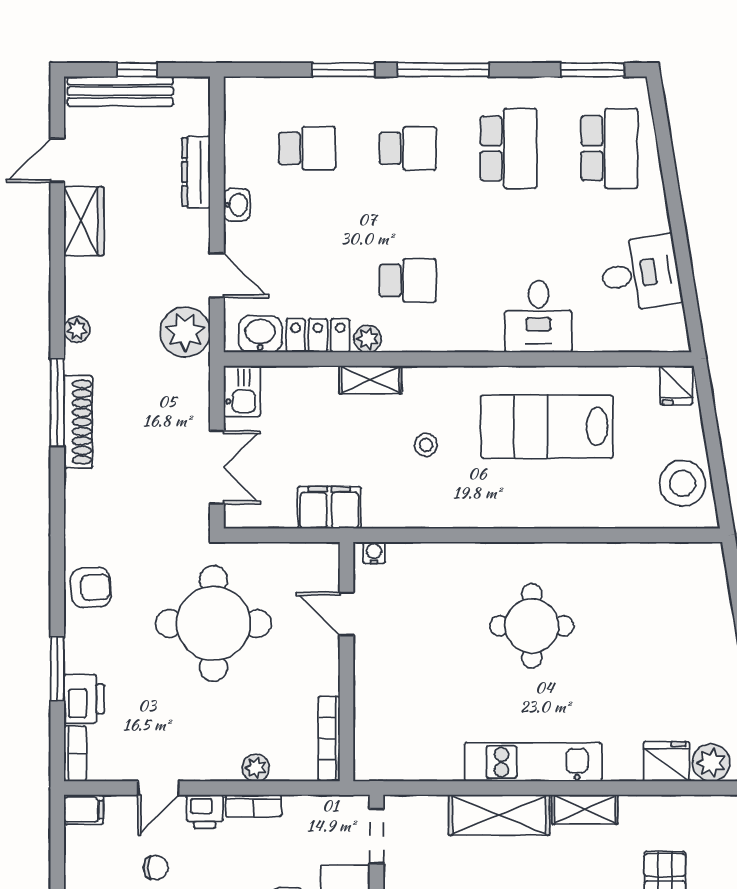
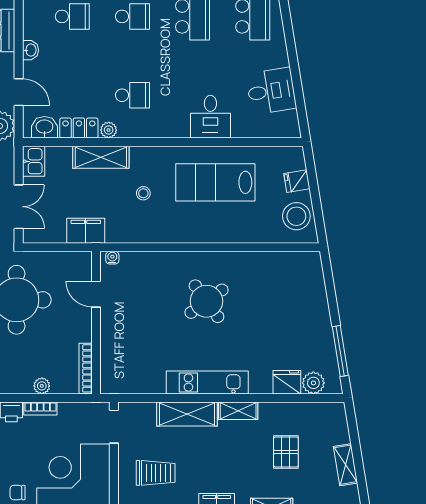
shelving: (370, 380) -> (101, 157), width x1.50, depth x1.33
fridge: (676, 385) -> (297, 181), moved, turned 81
round table: (532, 626) -> (206, 301), turned -36

